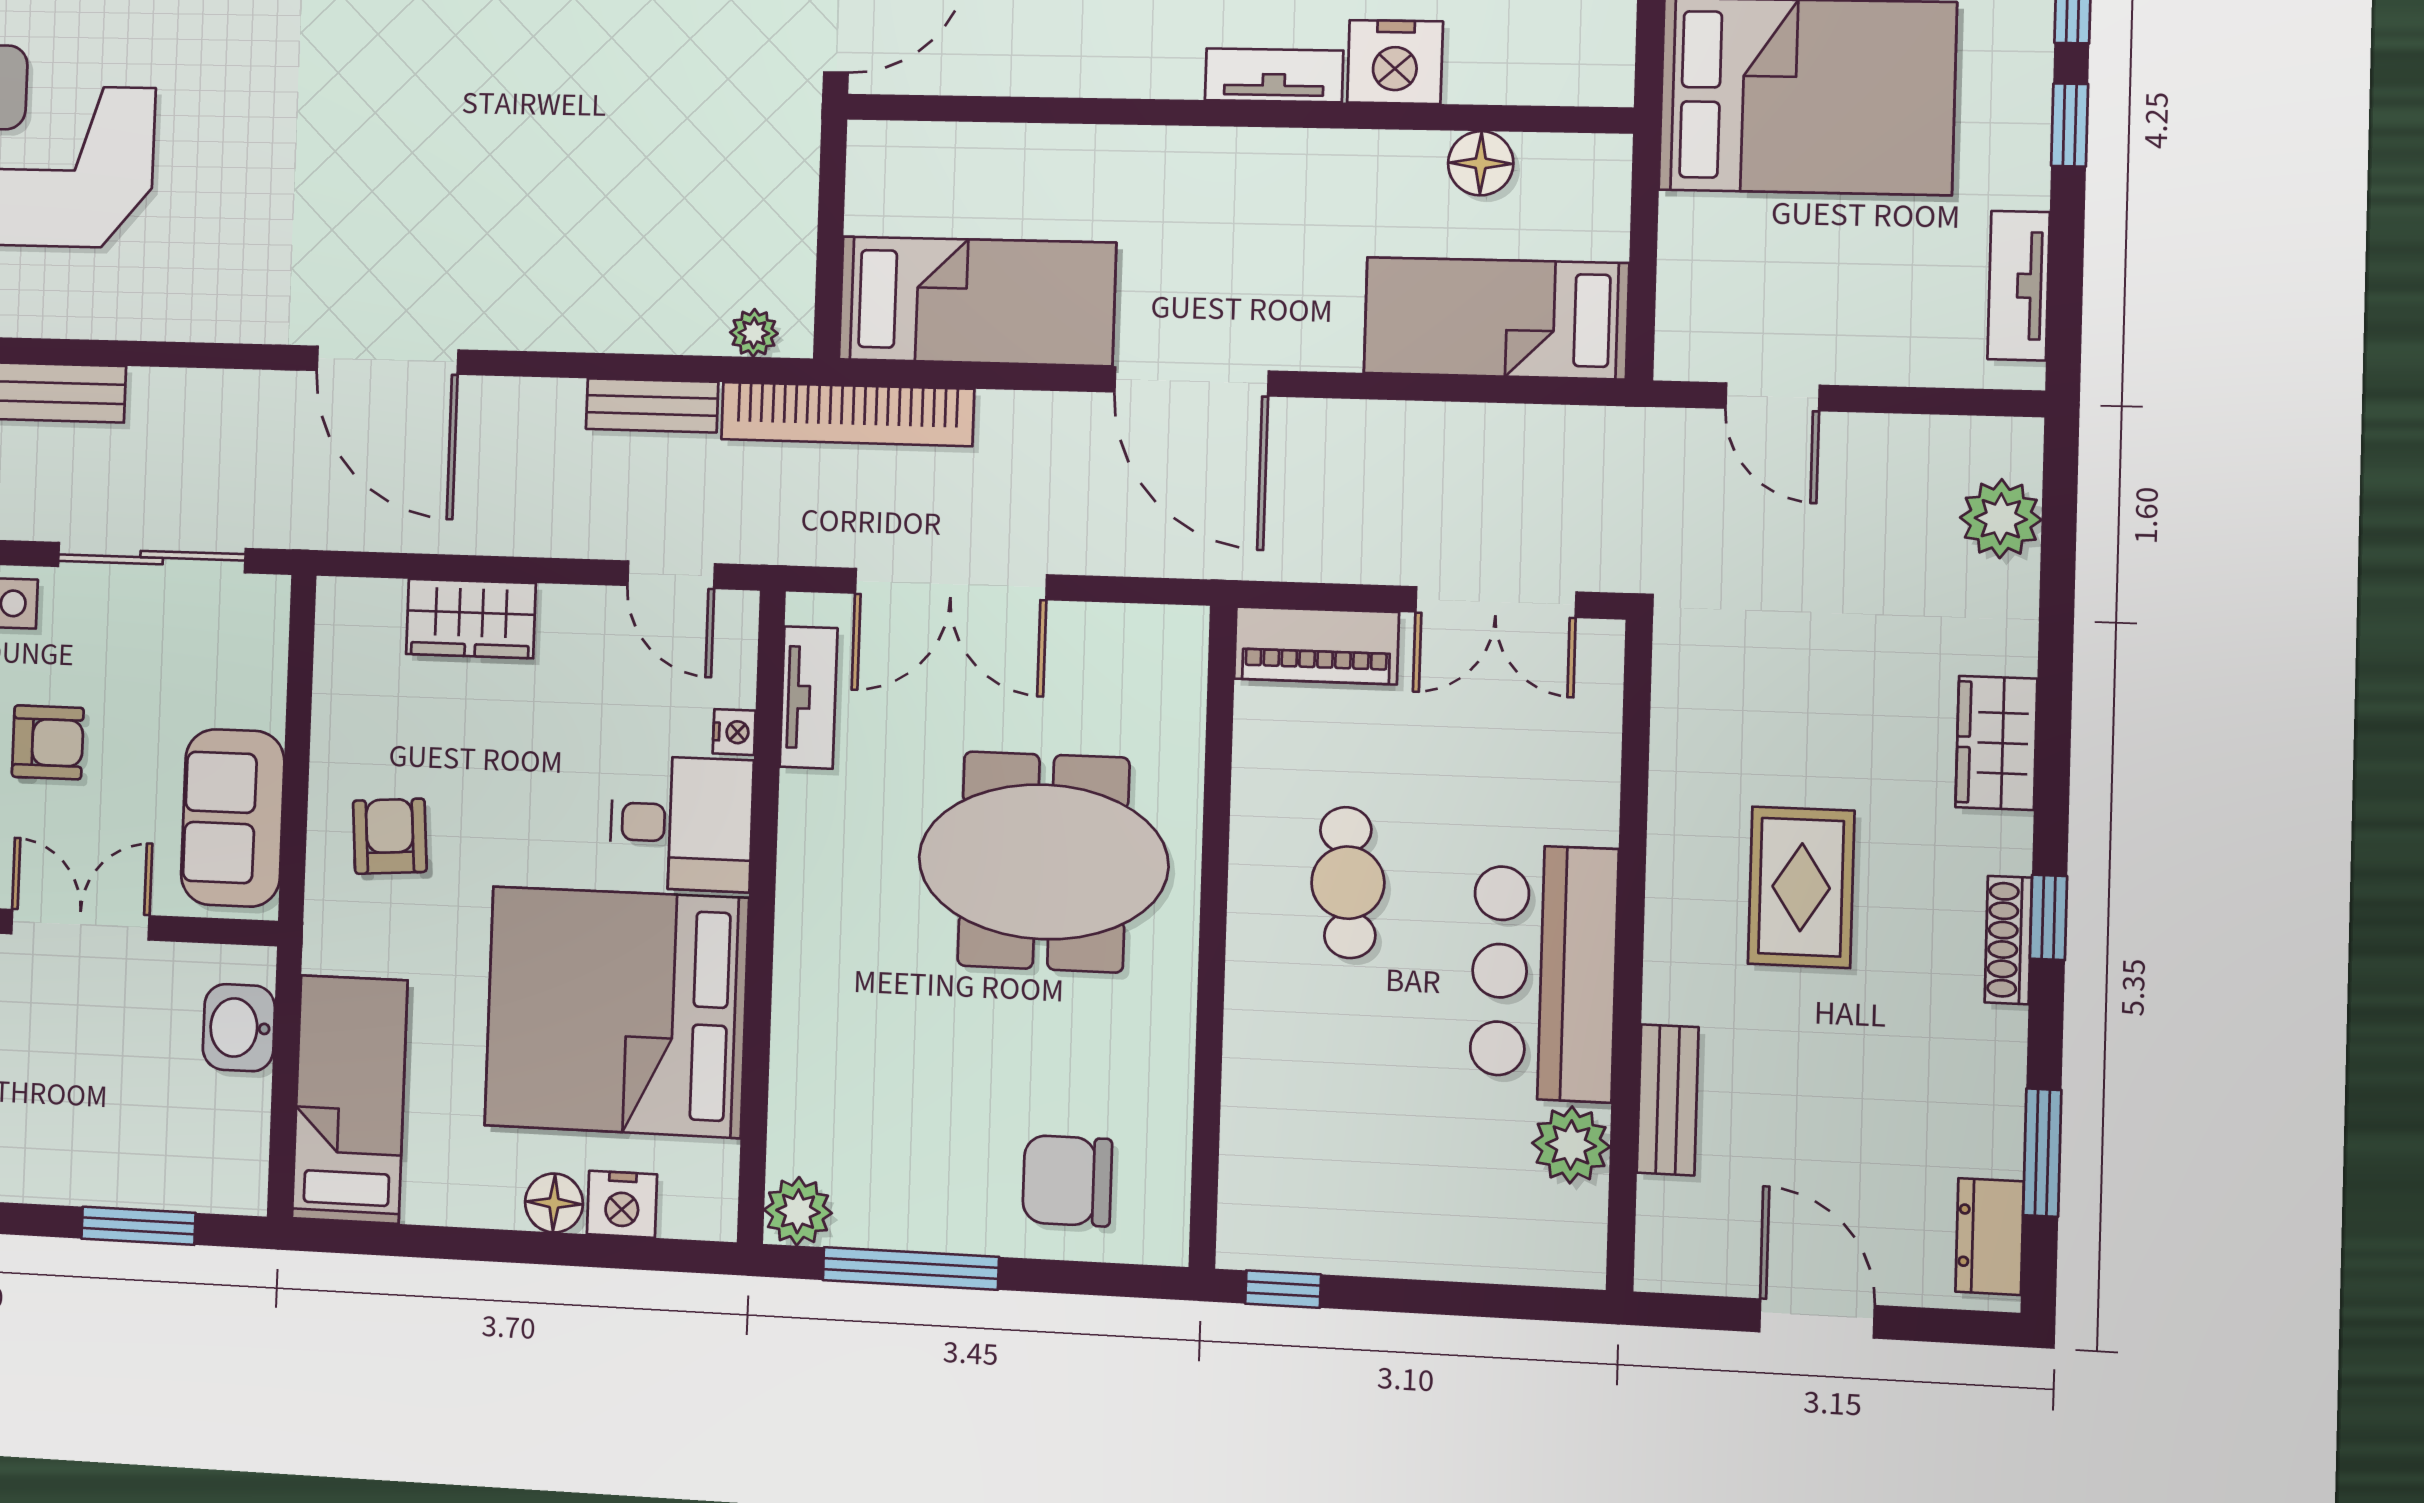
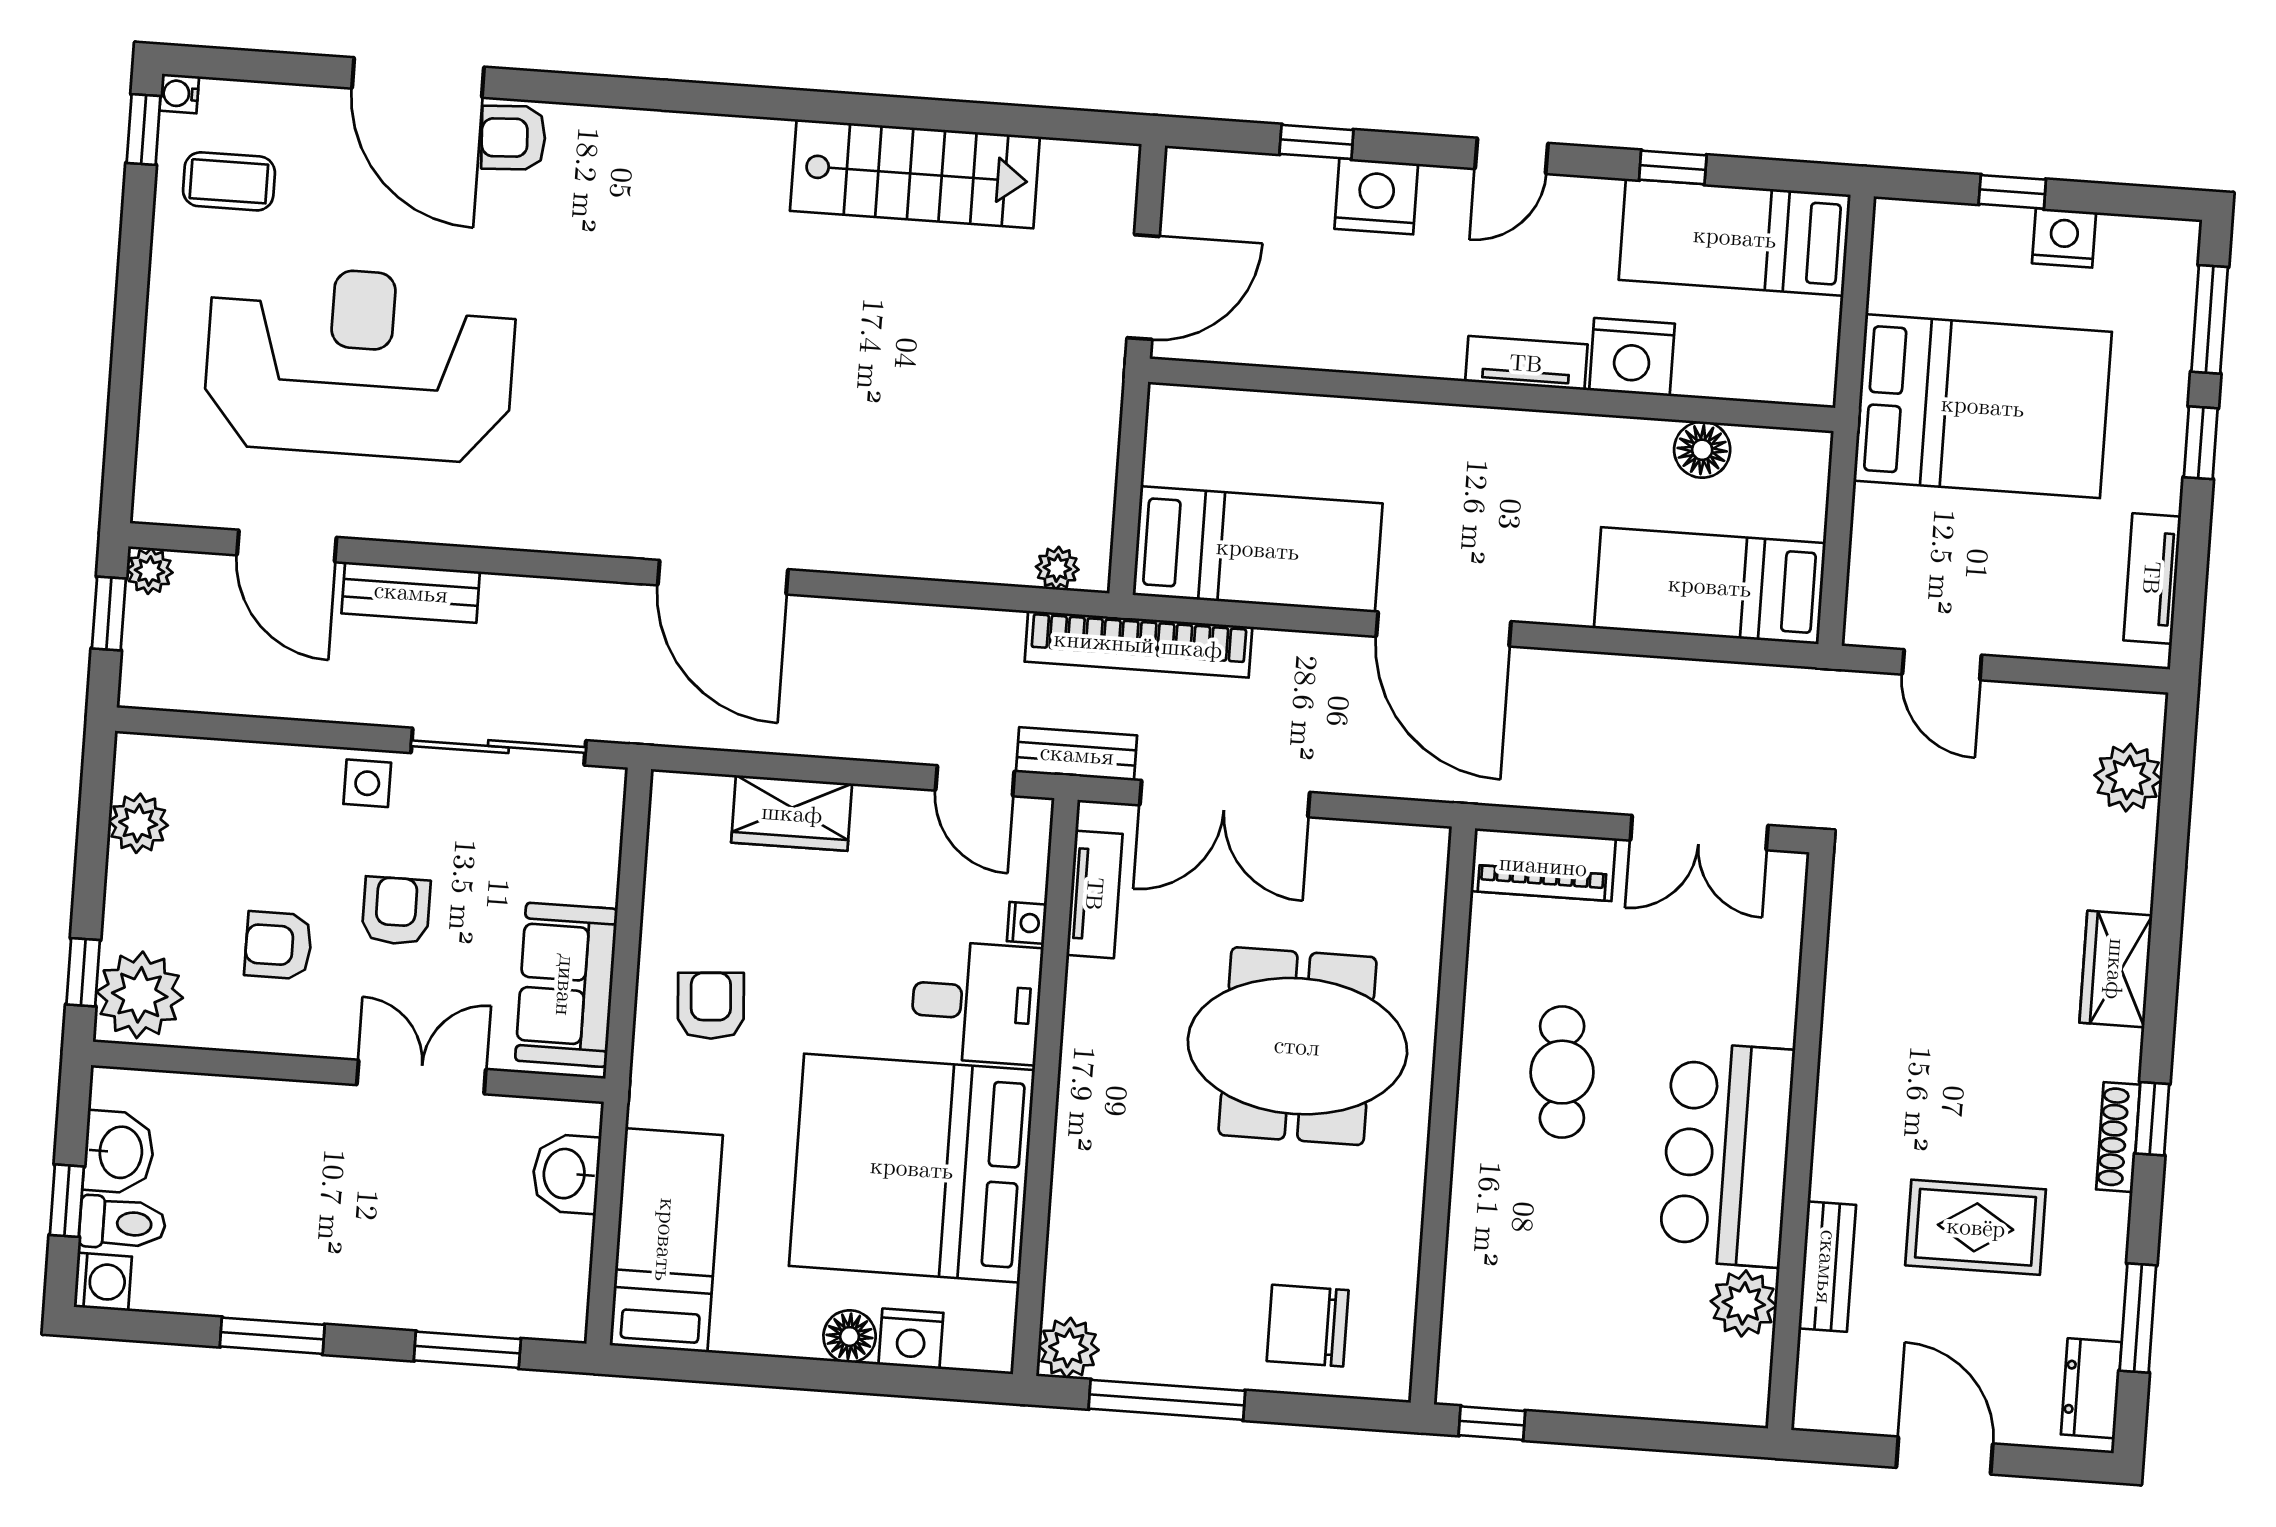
bench: (652, 405) -> (1077, 754), moved
armchair: (48, 742) -> (396, 911), turned -90
rug: (1801, 887) -> (1976, 1227), moved, turned 90

